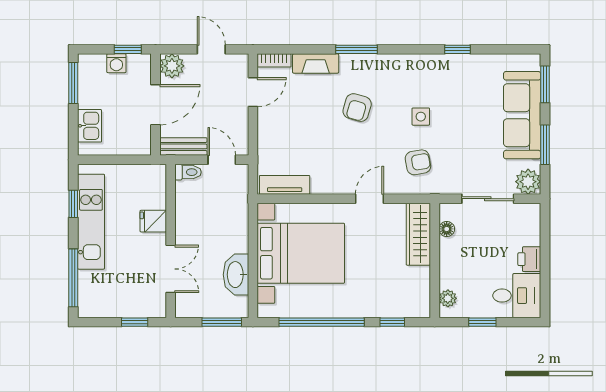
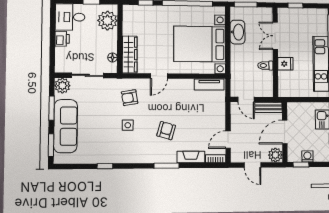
toilet: (188, 172) -> (265, 66), moved
plant: (448, 298) -> (107, 21), width x1.88, depth x1.88

